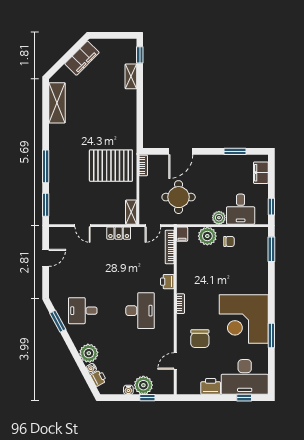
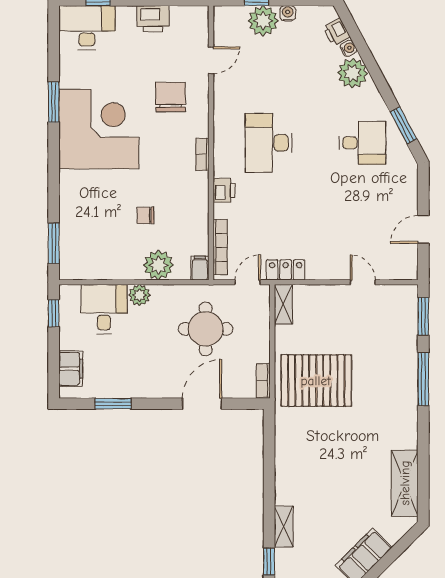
locker: (119, 233) -> (286, 270), moved
chair: (229, 241) -> (145, 215), moved
desk: (245, 377) -> (87, 28), width x0.73, depth x0.77

